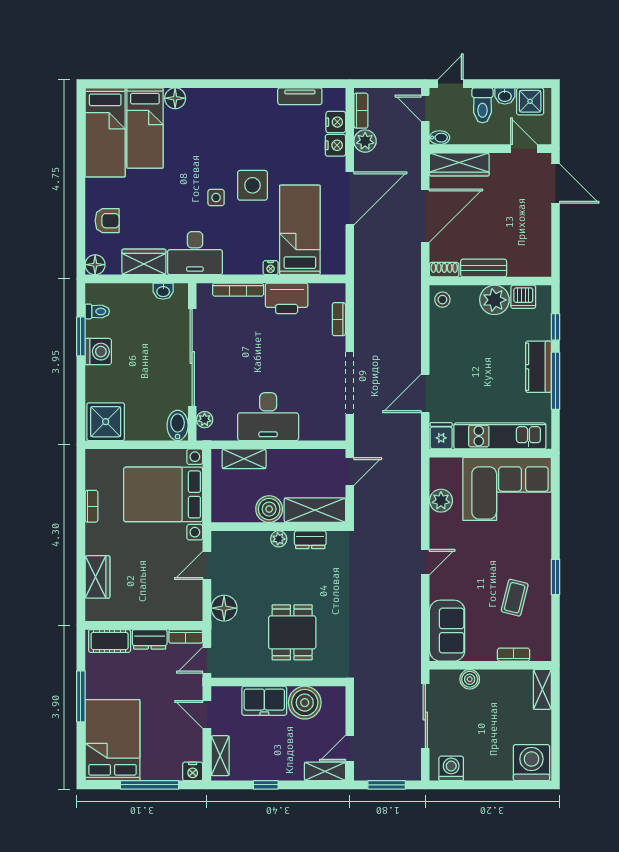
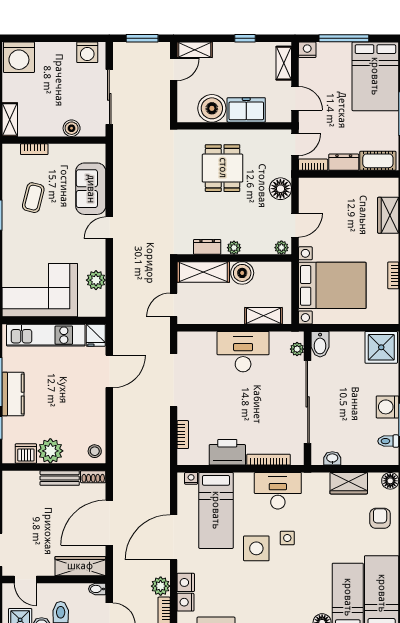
armchair: (107, 221) -> (380, 518), turned 90
desk: (195, 253) -> (278, 491), moved
nightstand: (271, 268) -> (191, 478), moved
plant: (223, 539) -> (281, 248), added
sofa: (447, 631) -> (91, 189), moved

